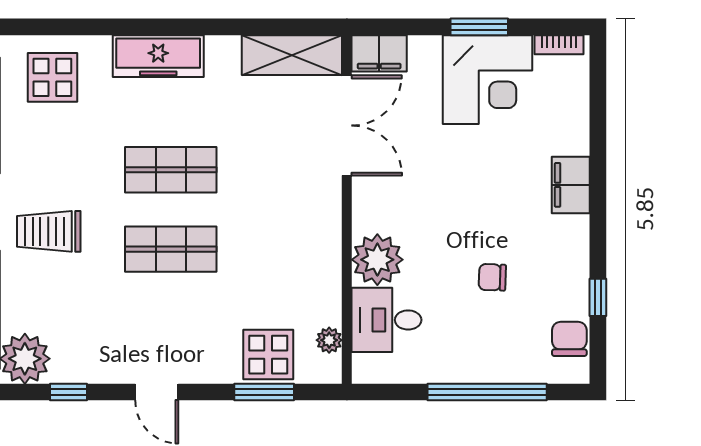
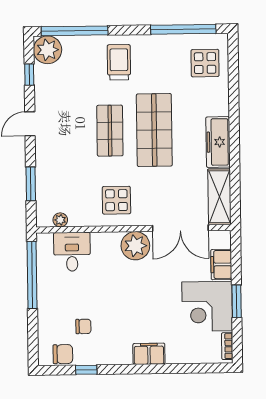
filing cabinet: (379, 53) -> (221, 264), moved
freezer: (158, 56) -> (218, 142), moved
shop shelf: (171, 170) -> (154, 130), width x1.43, depth x1.36
plant: (377, 260) -> (135, 246), moved
chair: (492, 277) -> (83, 326), moved, turned 88
display table: (268, 355) -> (116, 200), moved
window: (487, 392) -> (32, 275), moved

